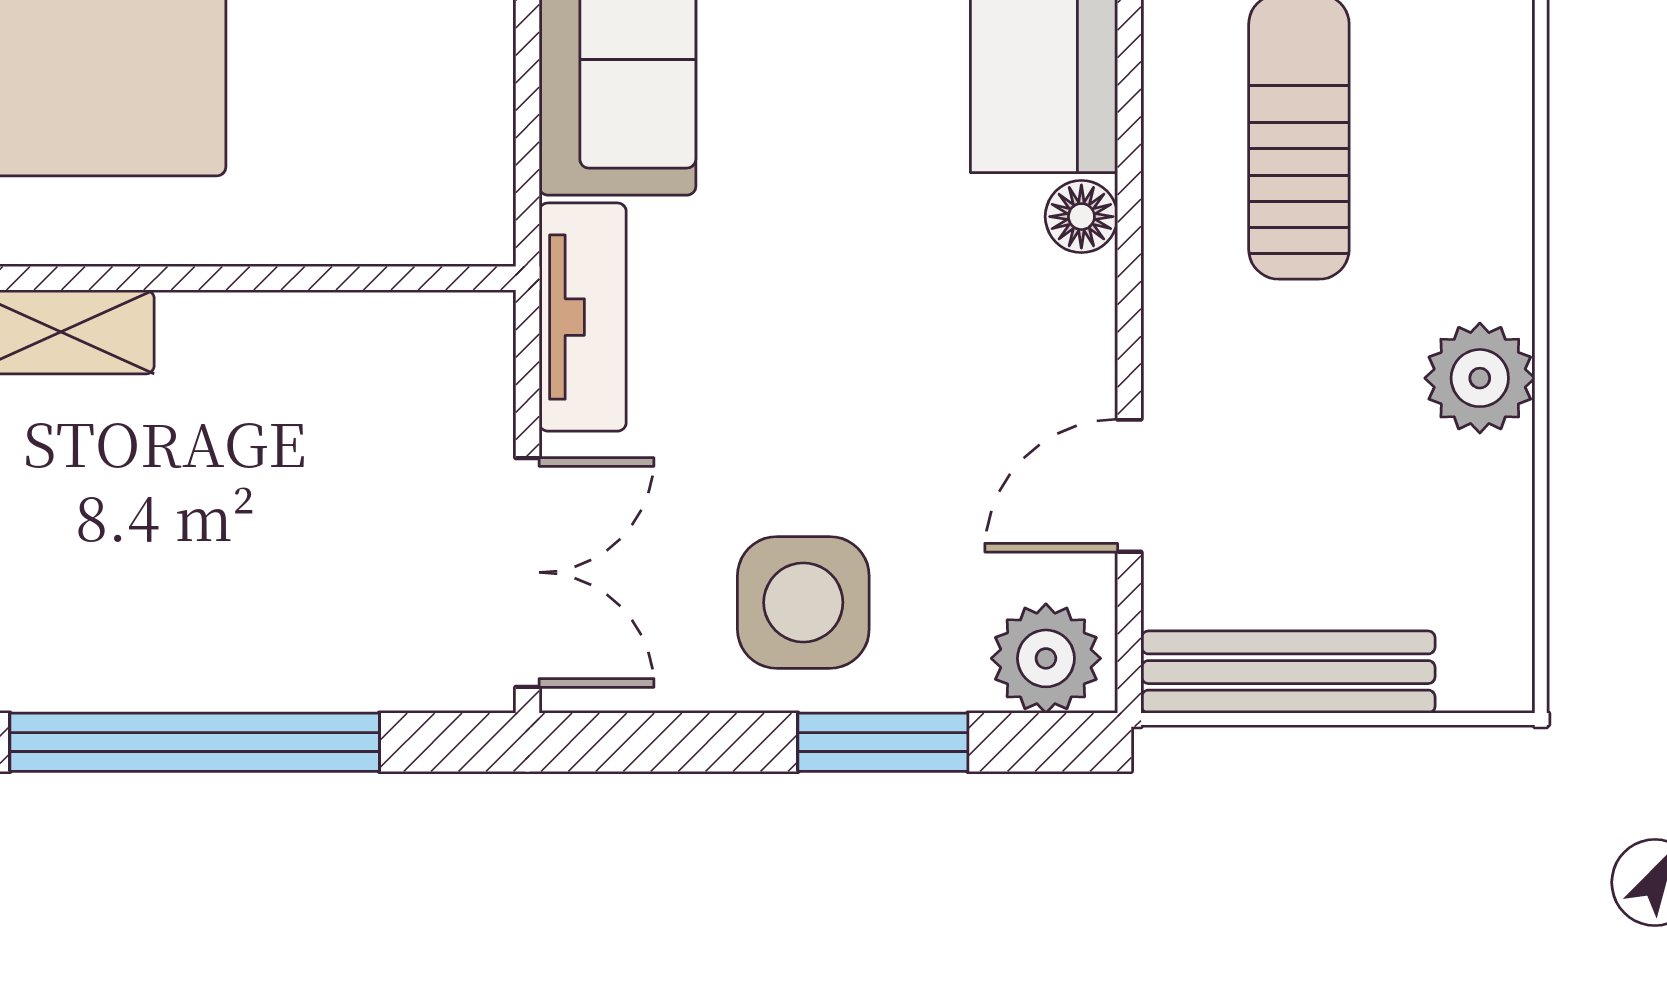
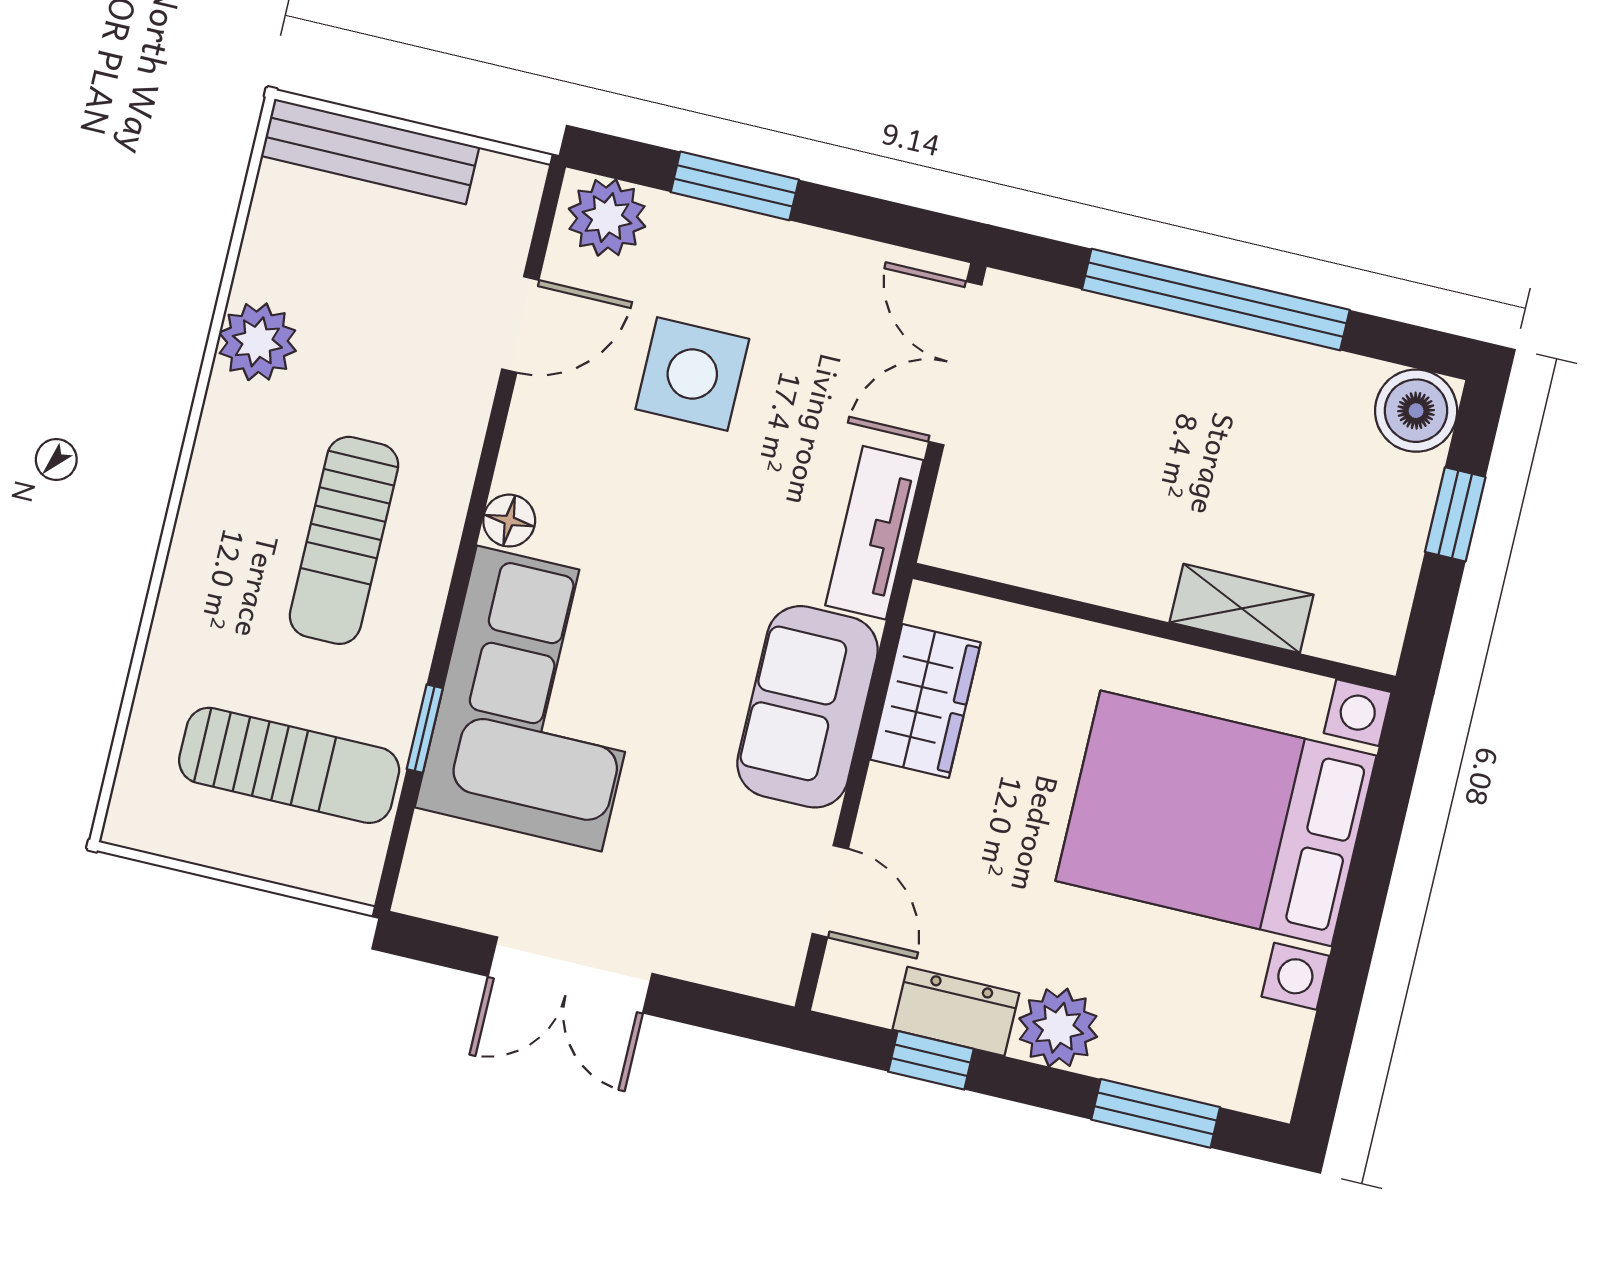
wardrobe: (460, 105) -> (925, 701), added
side table: (803, 602) -> (692, 374), moved
bench: (1288, 672) -> (370, 151), moved

